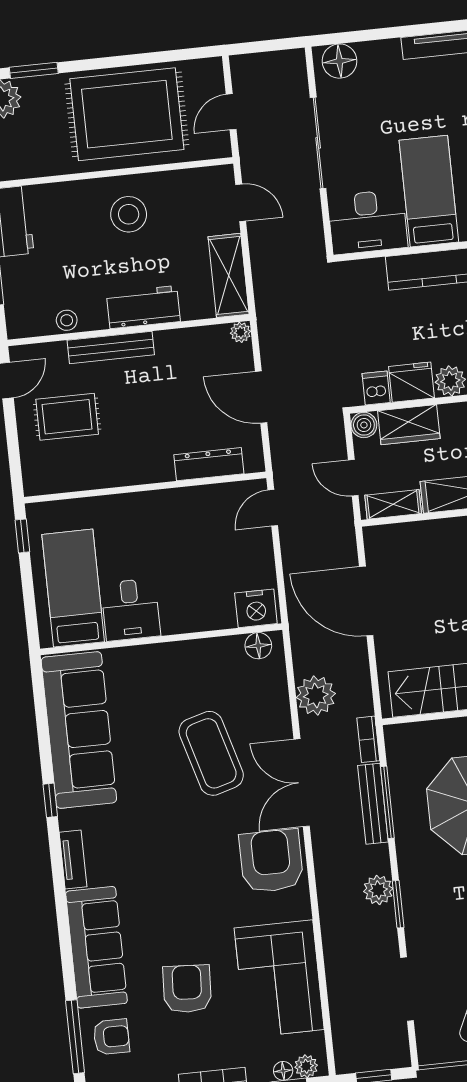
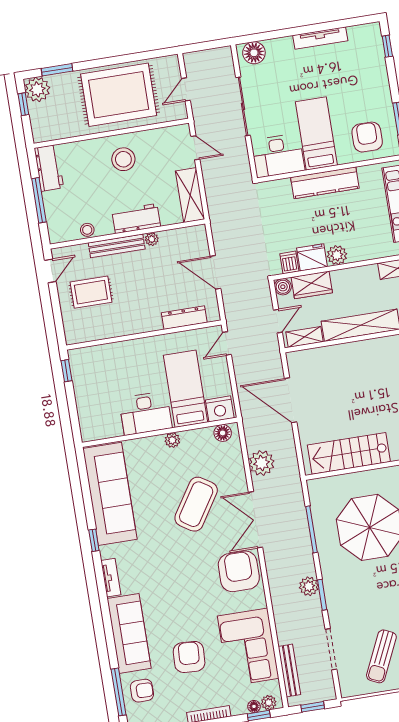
plant: (241, 332) -> (152, 239), moved
door: (353, 478) -> (278, 321), swing flipped
bed: (73, 588) -> (186, 389), moved
desk: (131, 610) -> (145, 413), width x1.37
plant: (180, 652) -> (172, 440), added
bookcase: (368, 739) -> (297, 489), removed
coffee table: (211, 753) -> (196, 504), turned 49
bench: (373, 804) -> (289, 670), moved

